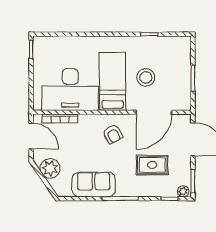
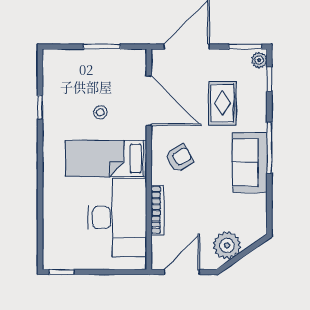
stool: (146, 77) -> (100, 112), width x0.53, depth x0.53
bookcase: (60, 118) -> (158, 210), moved
sofa: (94, 185) -> (250, 162), moved

